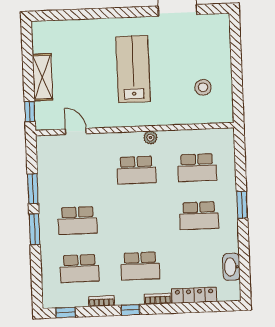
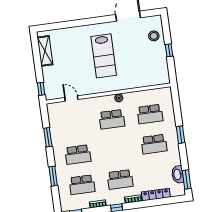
lab bench: (133, 69) -> (104, 56), turned 180
window: (237, 70) -> (169, 50), added
shelving: (42, 77) -> (45, 51), moved
stool: (203, 87) -> (154, 36), moved
window: (34, 229) -> (53, 176), moved
window: (245, 276) -> (187, 179), added

